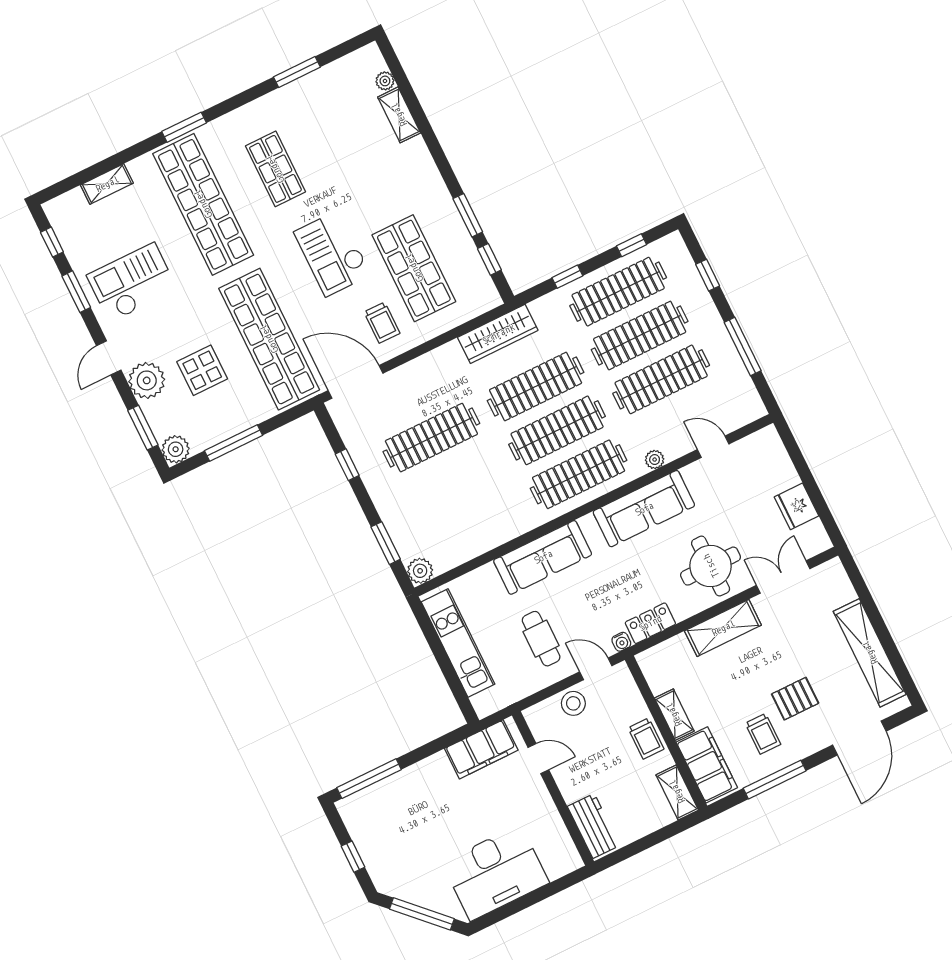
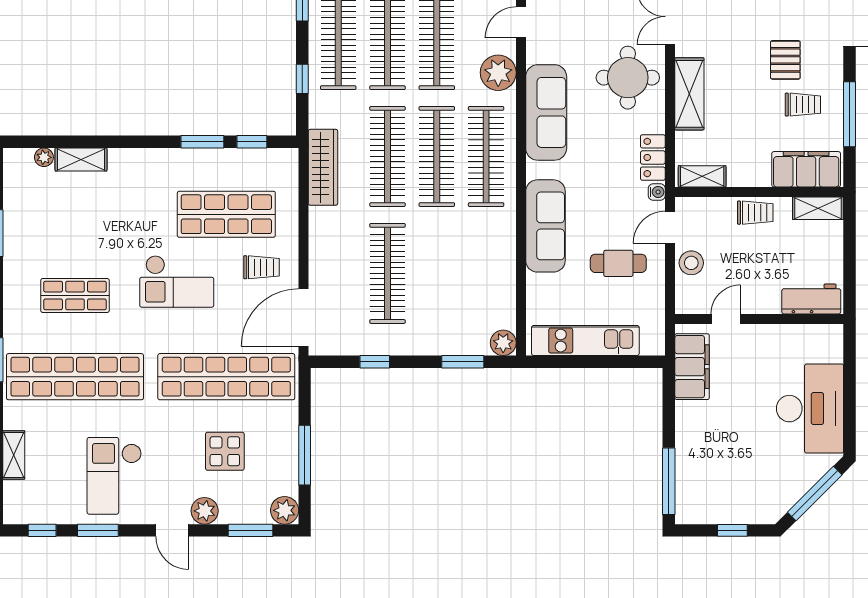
plant: (147, 380) -> (205, 511), width x0.73, depth x0.73
plant: (655, 460) -> (498, 73), width x1.88, depth x1.88
shelving: (674, 715) -> (702, 176), moved

